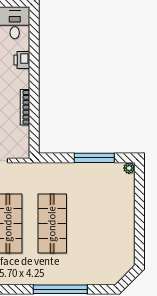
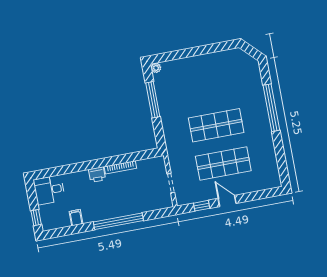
printer: (22, 60) -> (97, 175), moved

